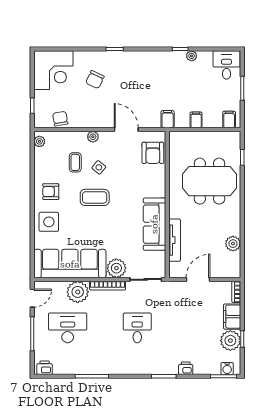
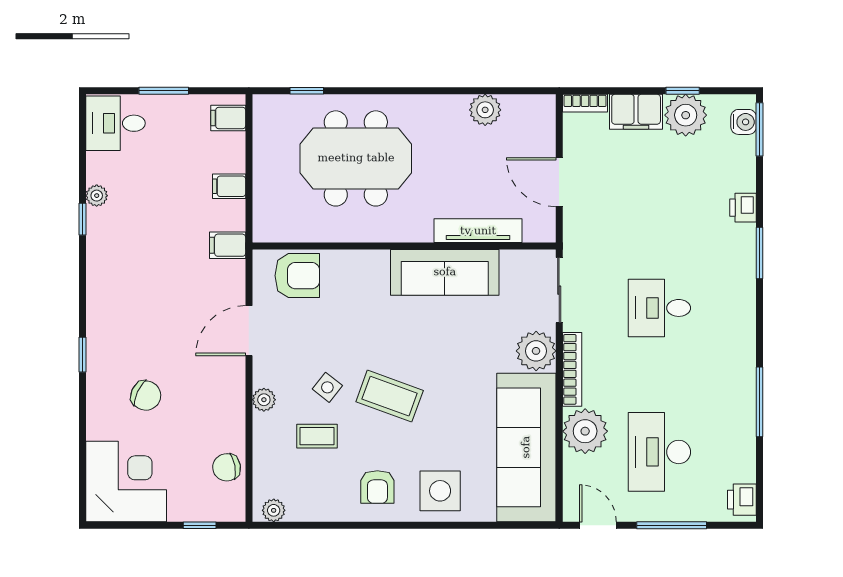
meeting table: (209, 181) -> (356, 158), turned 90
coffee table: (95, 197) -> (390, 396), turned -70

